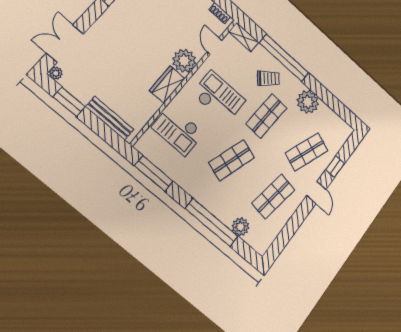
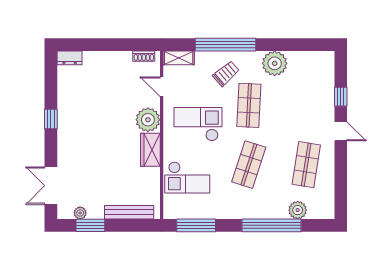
plant: (56, 73) -> (80, 213), moved
shop shelf: (307, 152) -> (306, 105), removed

